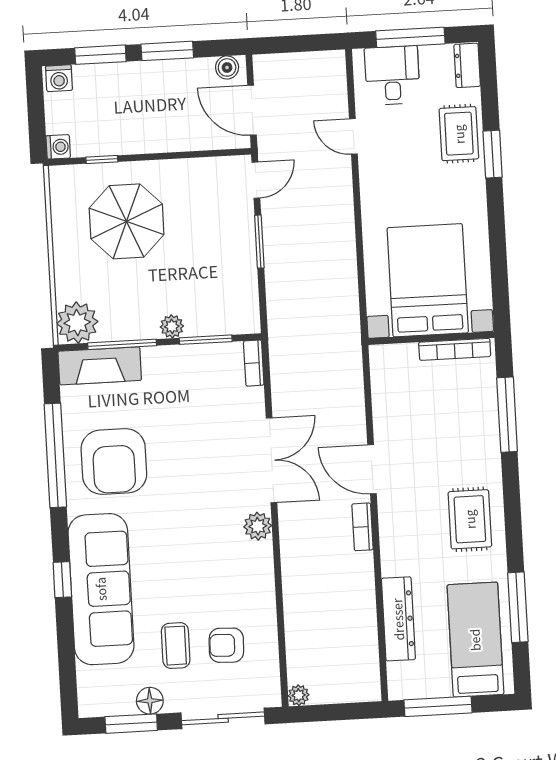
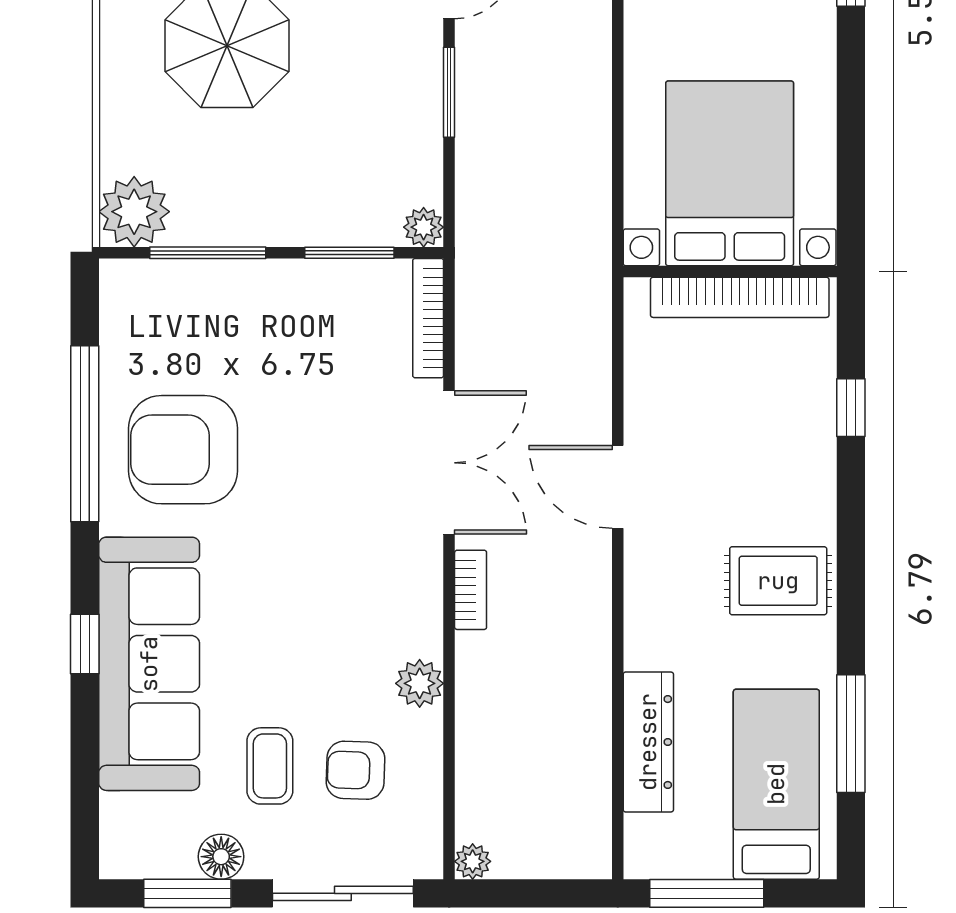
plant: (172, 326) -> (424, 227), moved
bookcase: (455, 349) -> (740, 297), width x1.48, depth x1.31
bookcase: (254, 363) -> (428, 318), width x1.56
fireplace: (100, 366) -> (168, 287), removed
window: (507, 415) -> (851, 408), width x0.46
armchair: (114, 462) -> (183, 450), turned 90
rug: (470, 519) -> (778, 581), turned 90
plant: (258, 526) -> (420, 683), moved
bookcase: (362, 527) -> (471, 590), moved, turned 180

